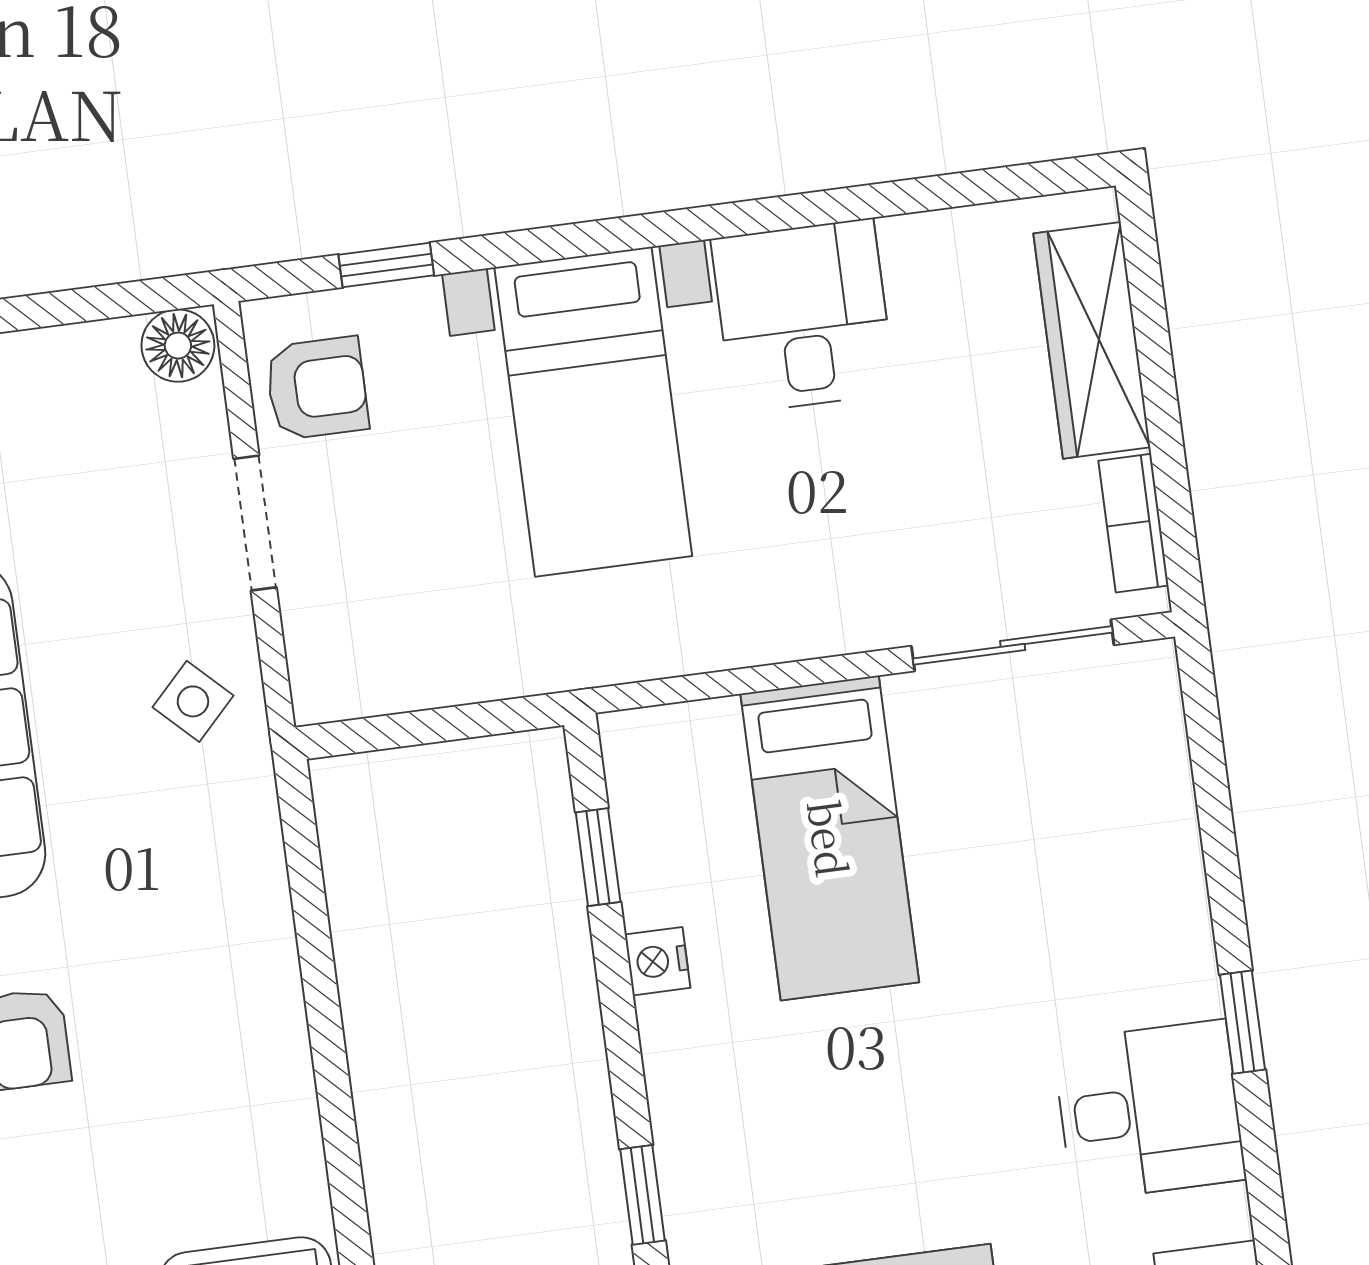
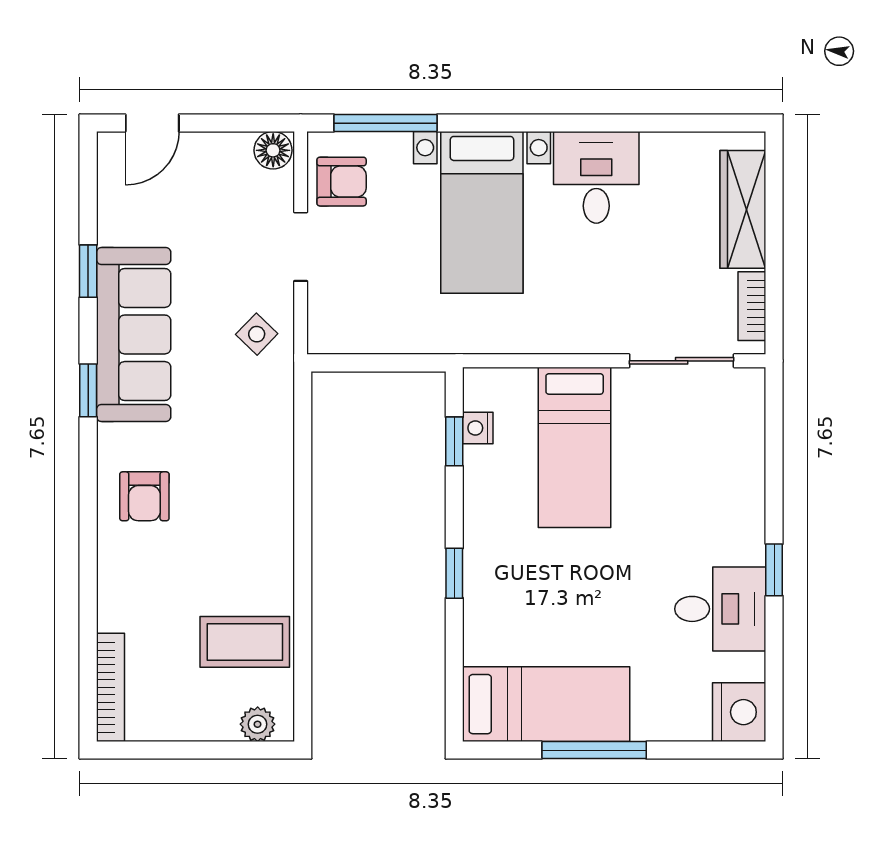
window: (386, 265) -> (386, 123), width x2.17
nightstand: (657, 961) -> (478, 428), moved
window: (643, 1195) -> (454, 573), moved

